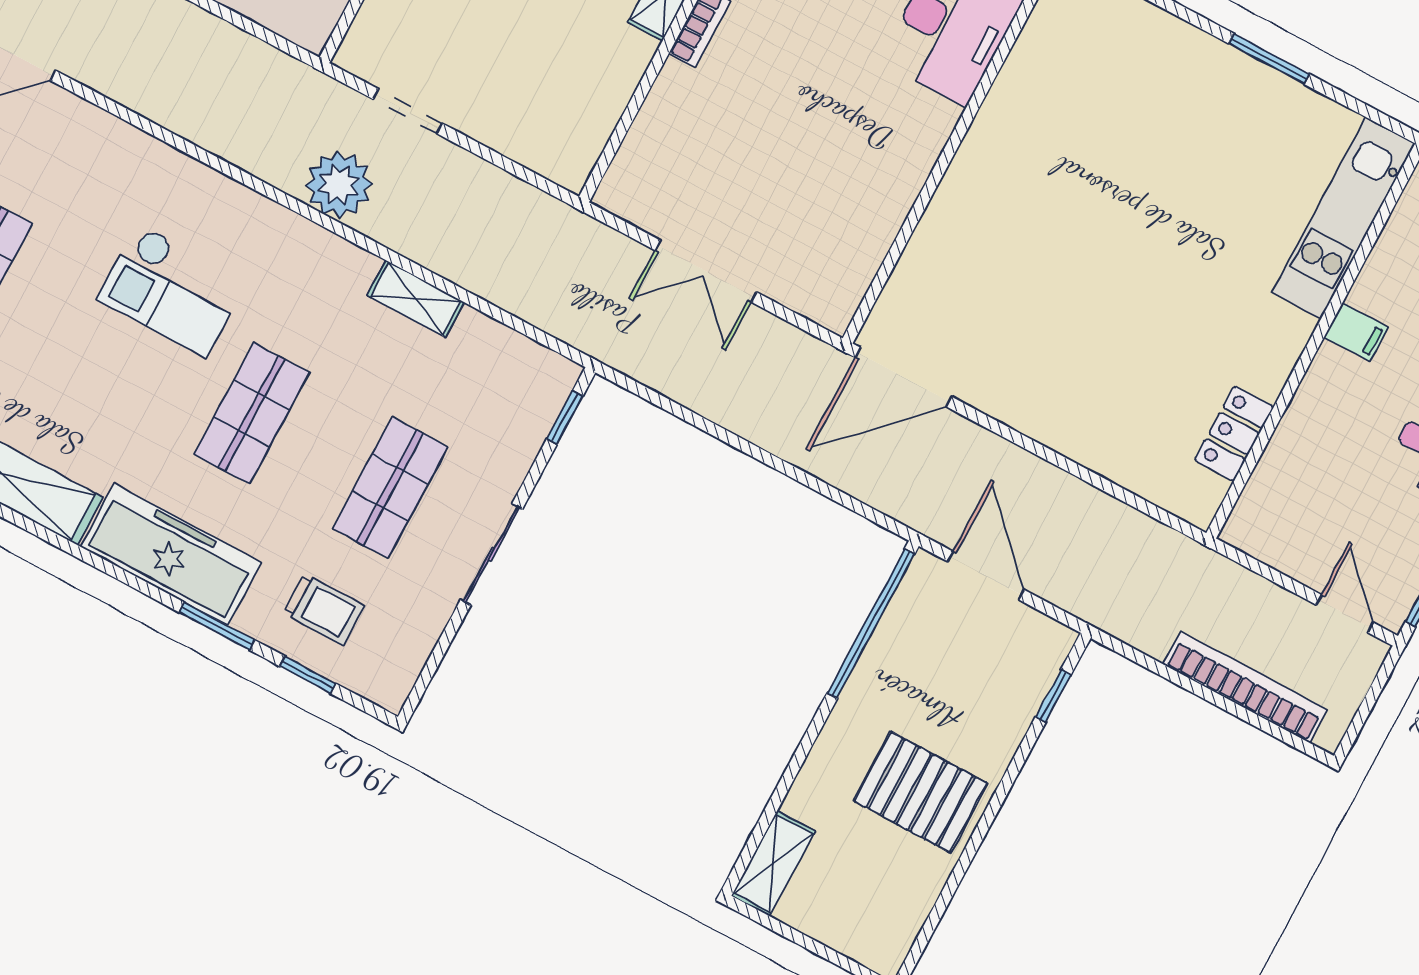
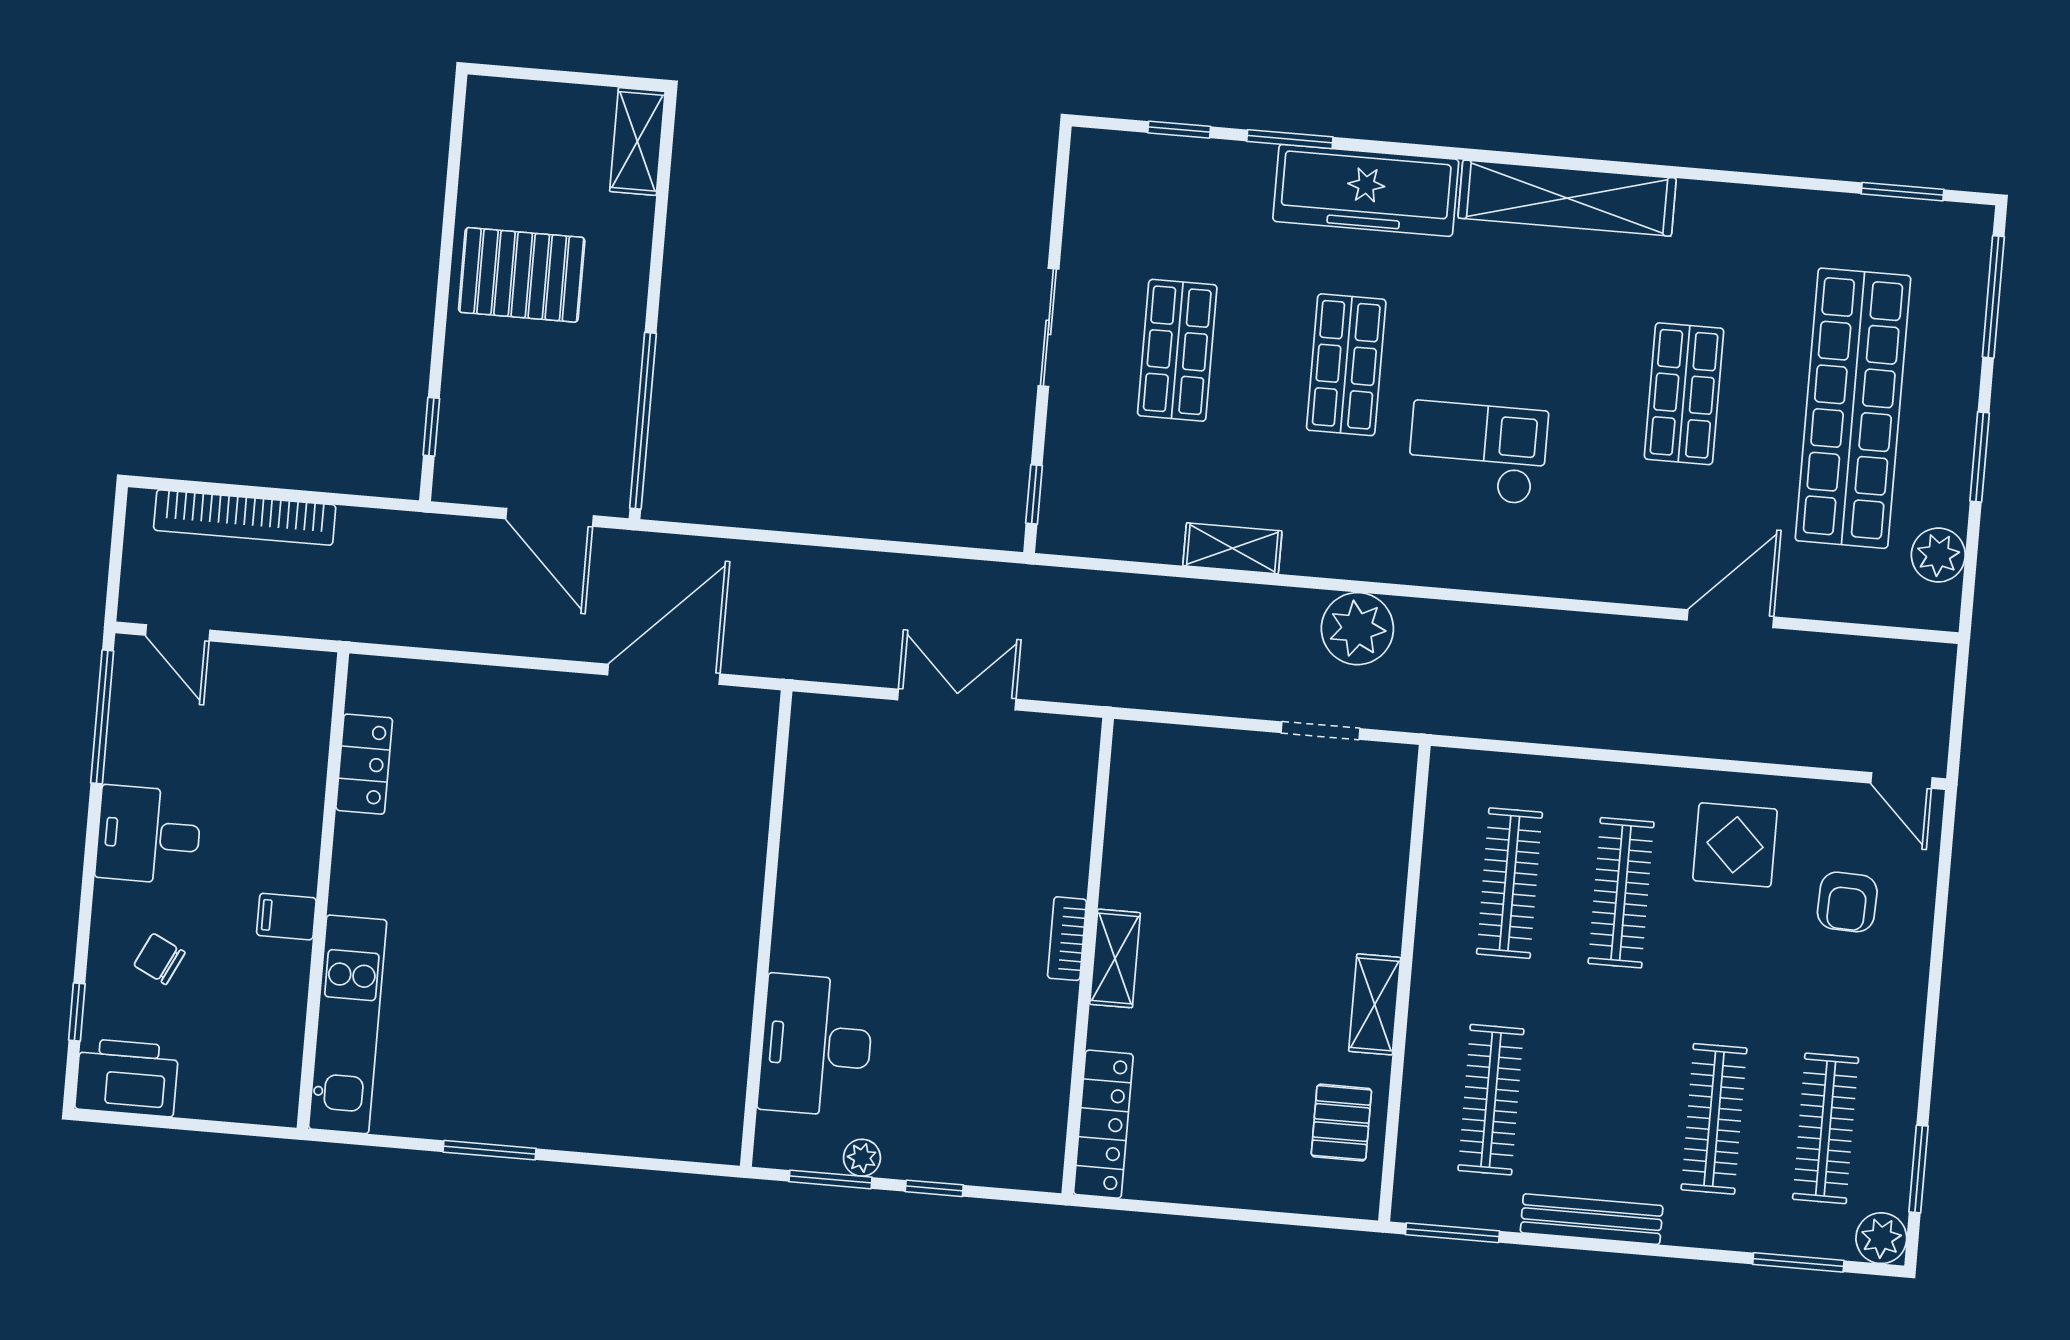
door: (904, 377) -> (664, 674), moved
trolley: (324, 609) -> (1191, 201), removed

